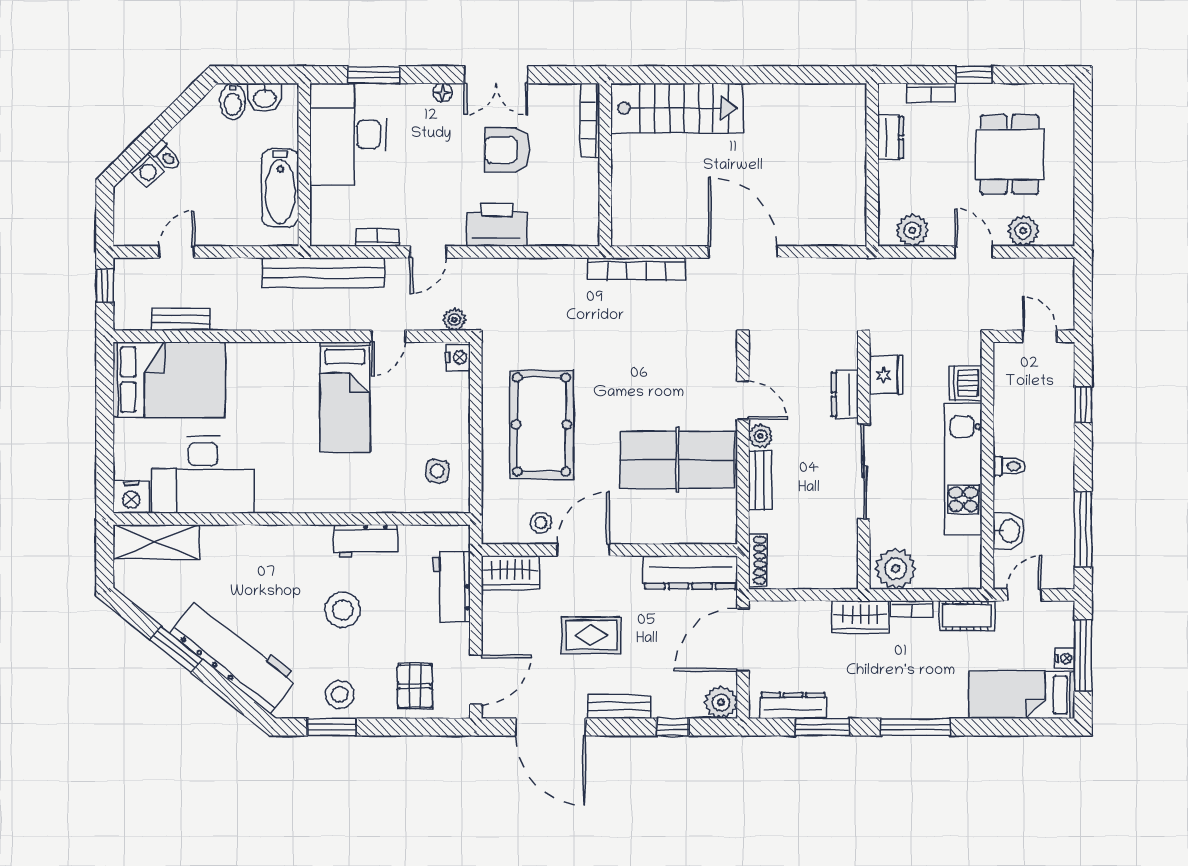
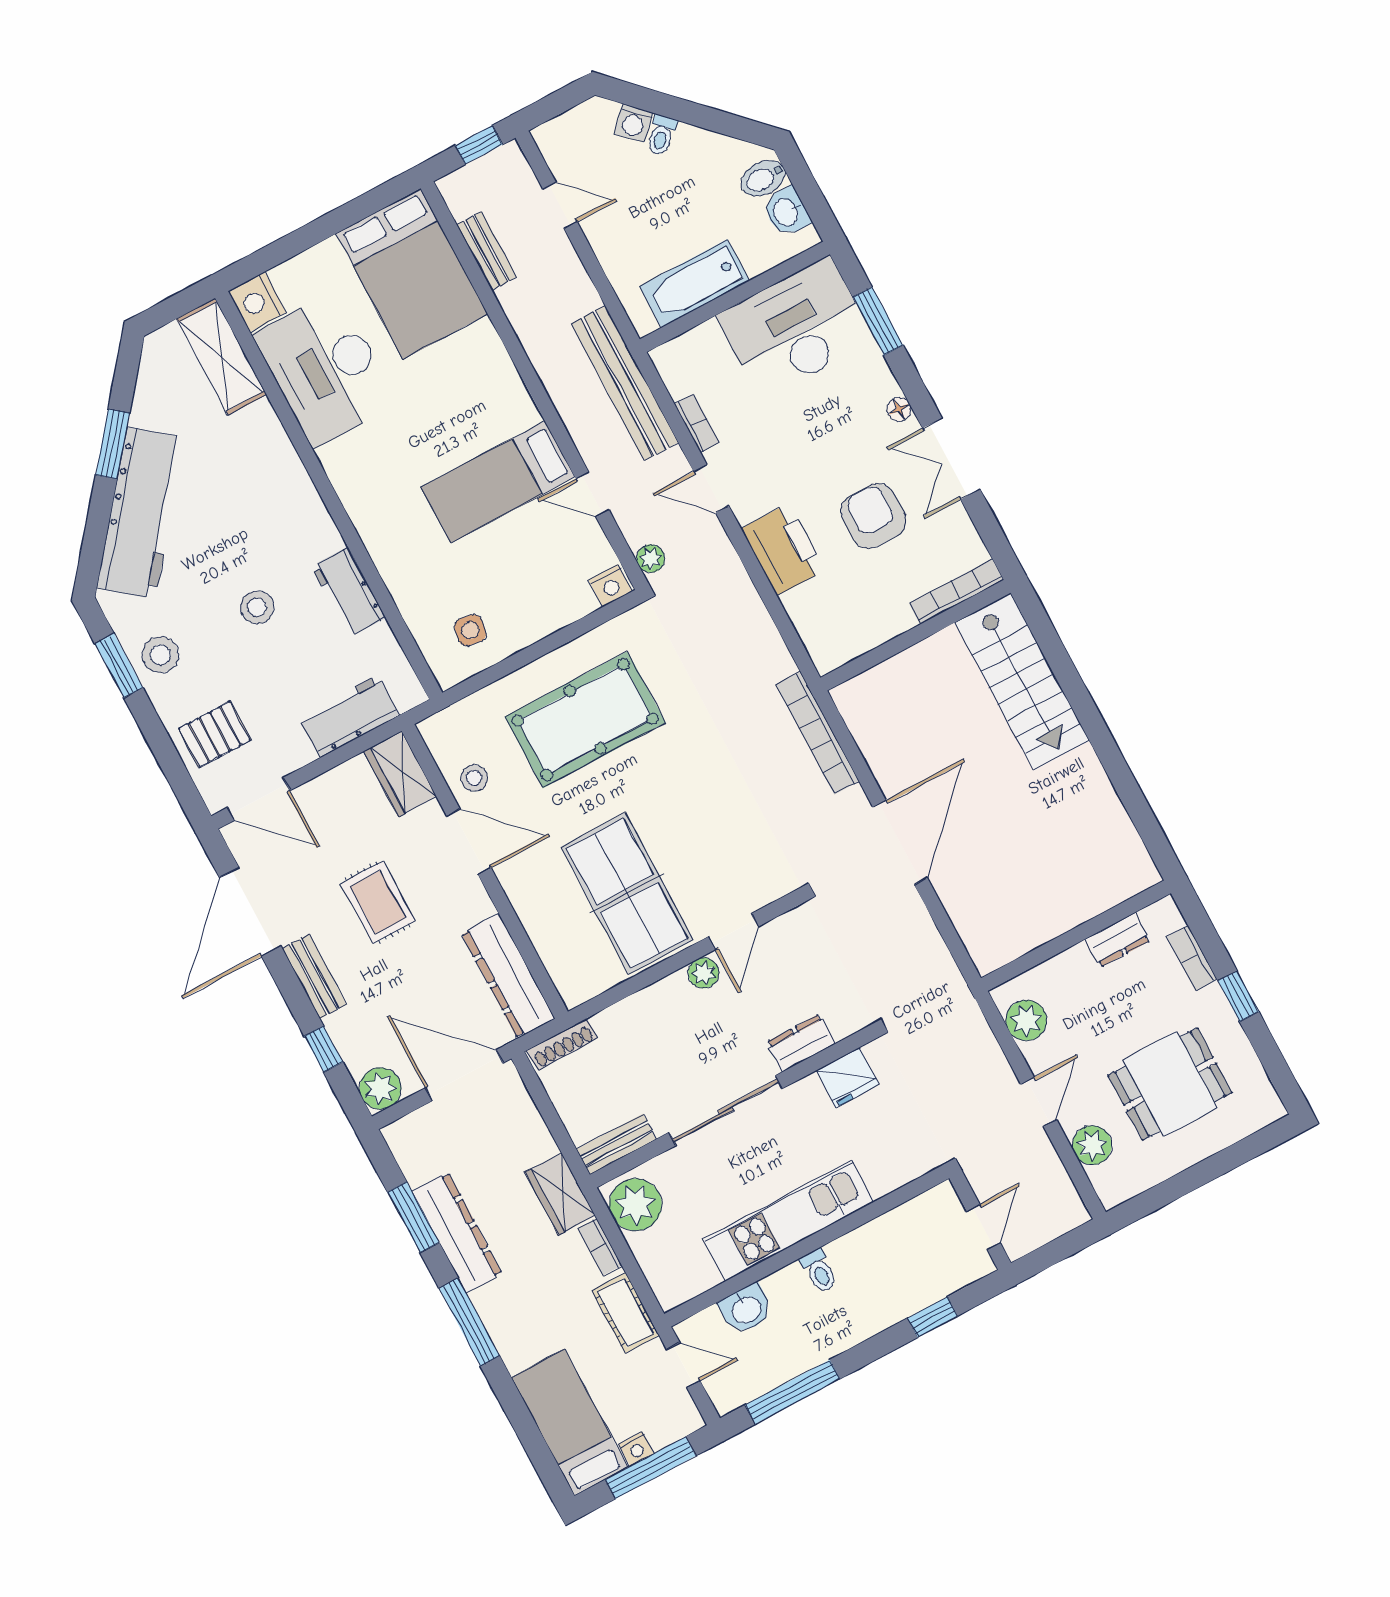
dishwasher: (966, 383) -> (886, 1172), removed
bench: (760, 480) -> (617, 1144), moved
stool: (343, 610) -> (257, 607), width x0.73, depth x0.73
dresser: (793, 706) -> (457, 1232), moved, width x1.37, depth x1.24

